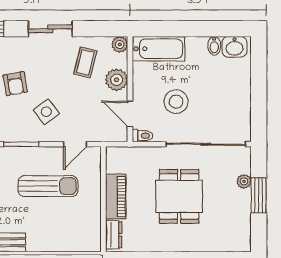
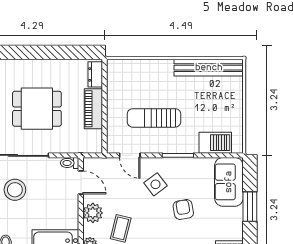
stool: (176, 102) -> (15, 190), moved
door: (75, 144) -> (130, 155), swing flipped
dining table: (179, 196) -> (37, 109), turned 90

